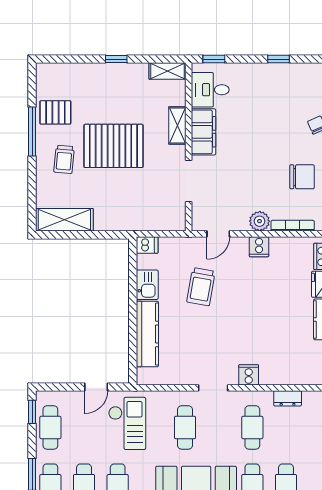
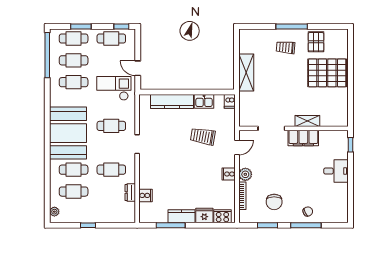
window: (116, 59) -> (351, 81), removed
window: (279, 59) -> (351, 187), removed
shelving: (167, 71) -> (343, 115), removed
desk: (210, 90) -> (336, 171), moved, turned 90
window: (32, 131) -> (292, 27), moved
pallet: (113, 146) -> (327, 73), moved, turned 90
shelving: (64, 220) -> (246, 73), moved
door: (218, 234) -> (237, 147), swing flipped
cooker: (249, 375) -> (146, 195), moved
checkout: (127, 423) -> (114, 88), turned 180

